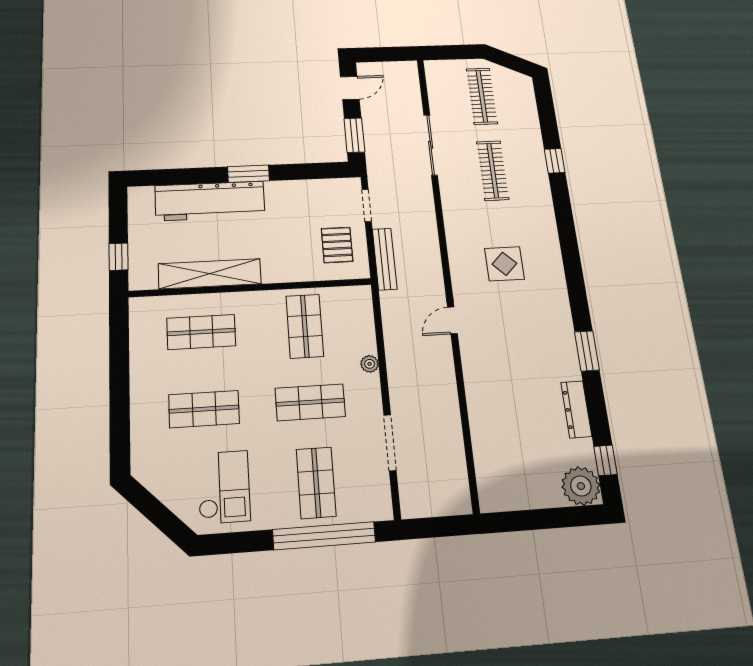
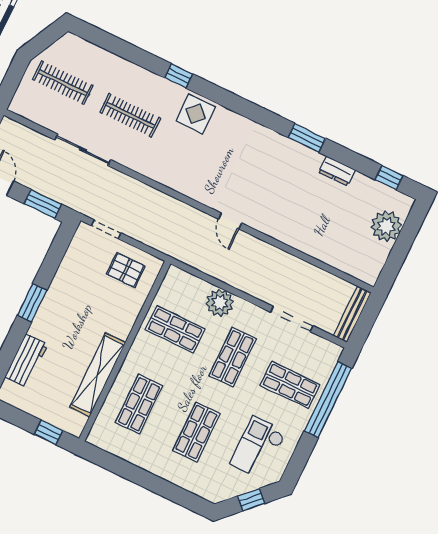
window: (555, 161) -> (179, 76), moved
workbench: (210, 201) -> (26, 361), width x0.53, depth x0.76
bench: (385, 259) -> (352, 314), moved, turned 90
display table: (504, 264) -> (196, 114), moved
plant: (370, 364) -> (220, 303), width x1.88, depth x1.88
dresser: (576, 409) -> (337, 171), width x0.70
plant: (581, 486) -> (386, 226), moved
checkout: (224, 487) -> (258, 448), turned -90
window: (158, 514) -> (251, 500), added

